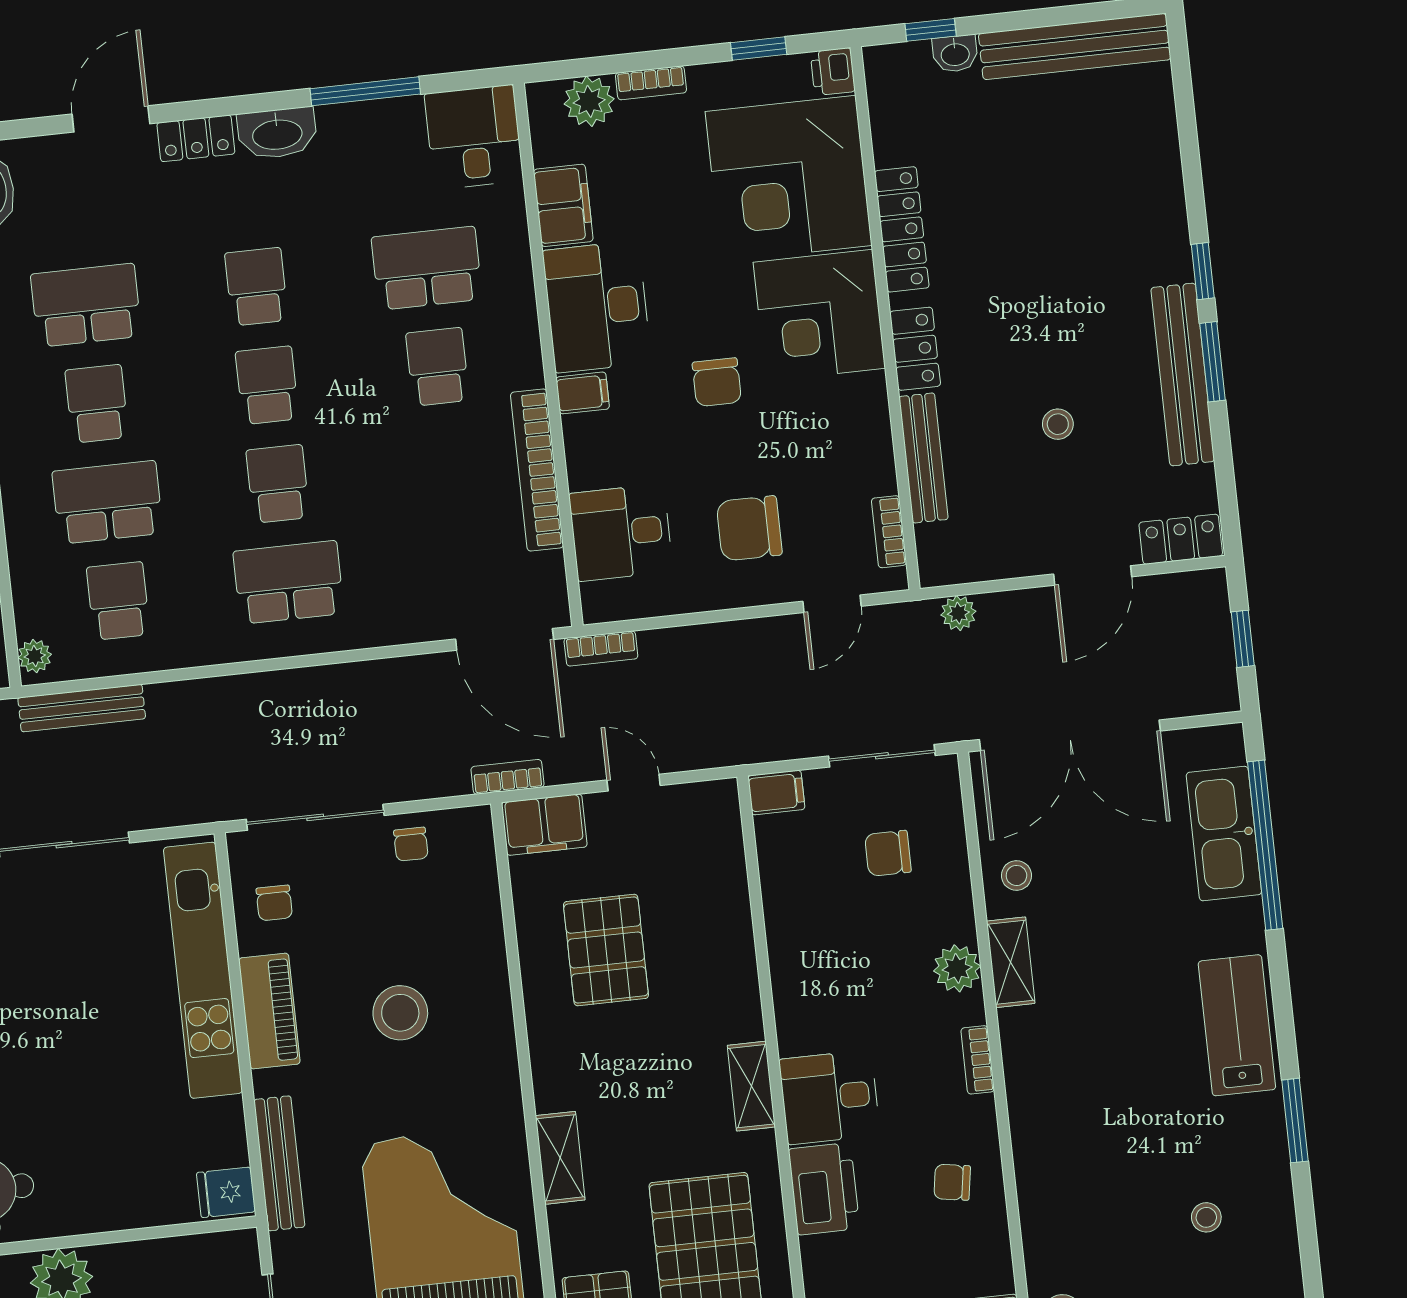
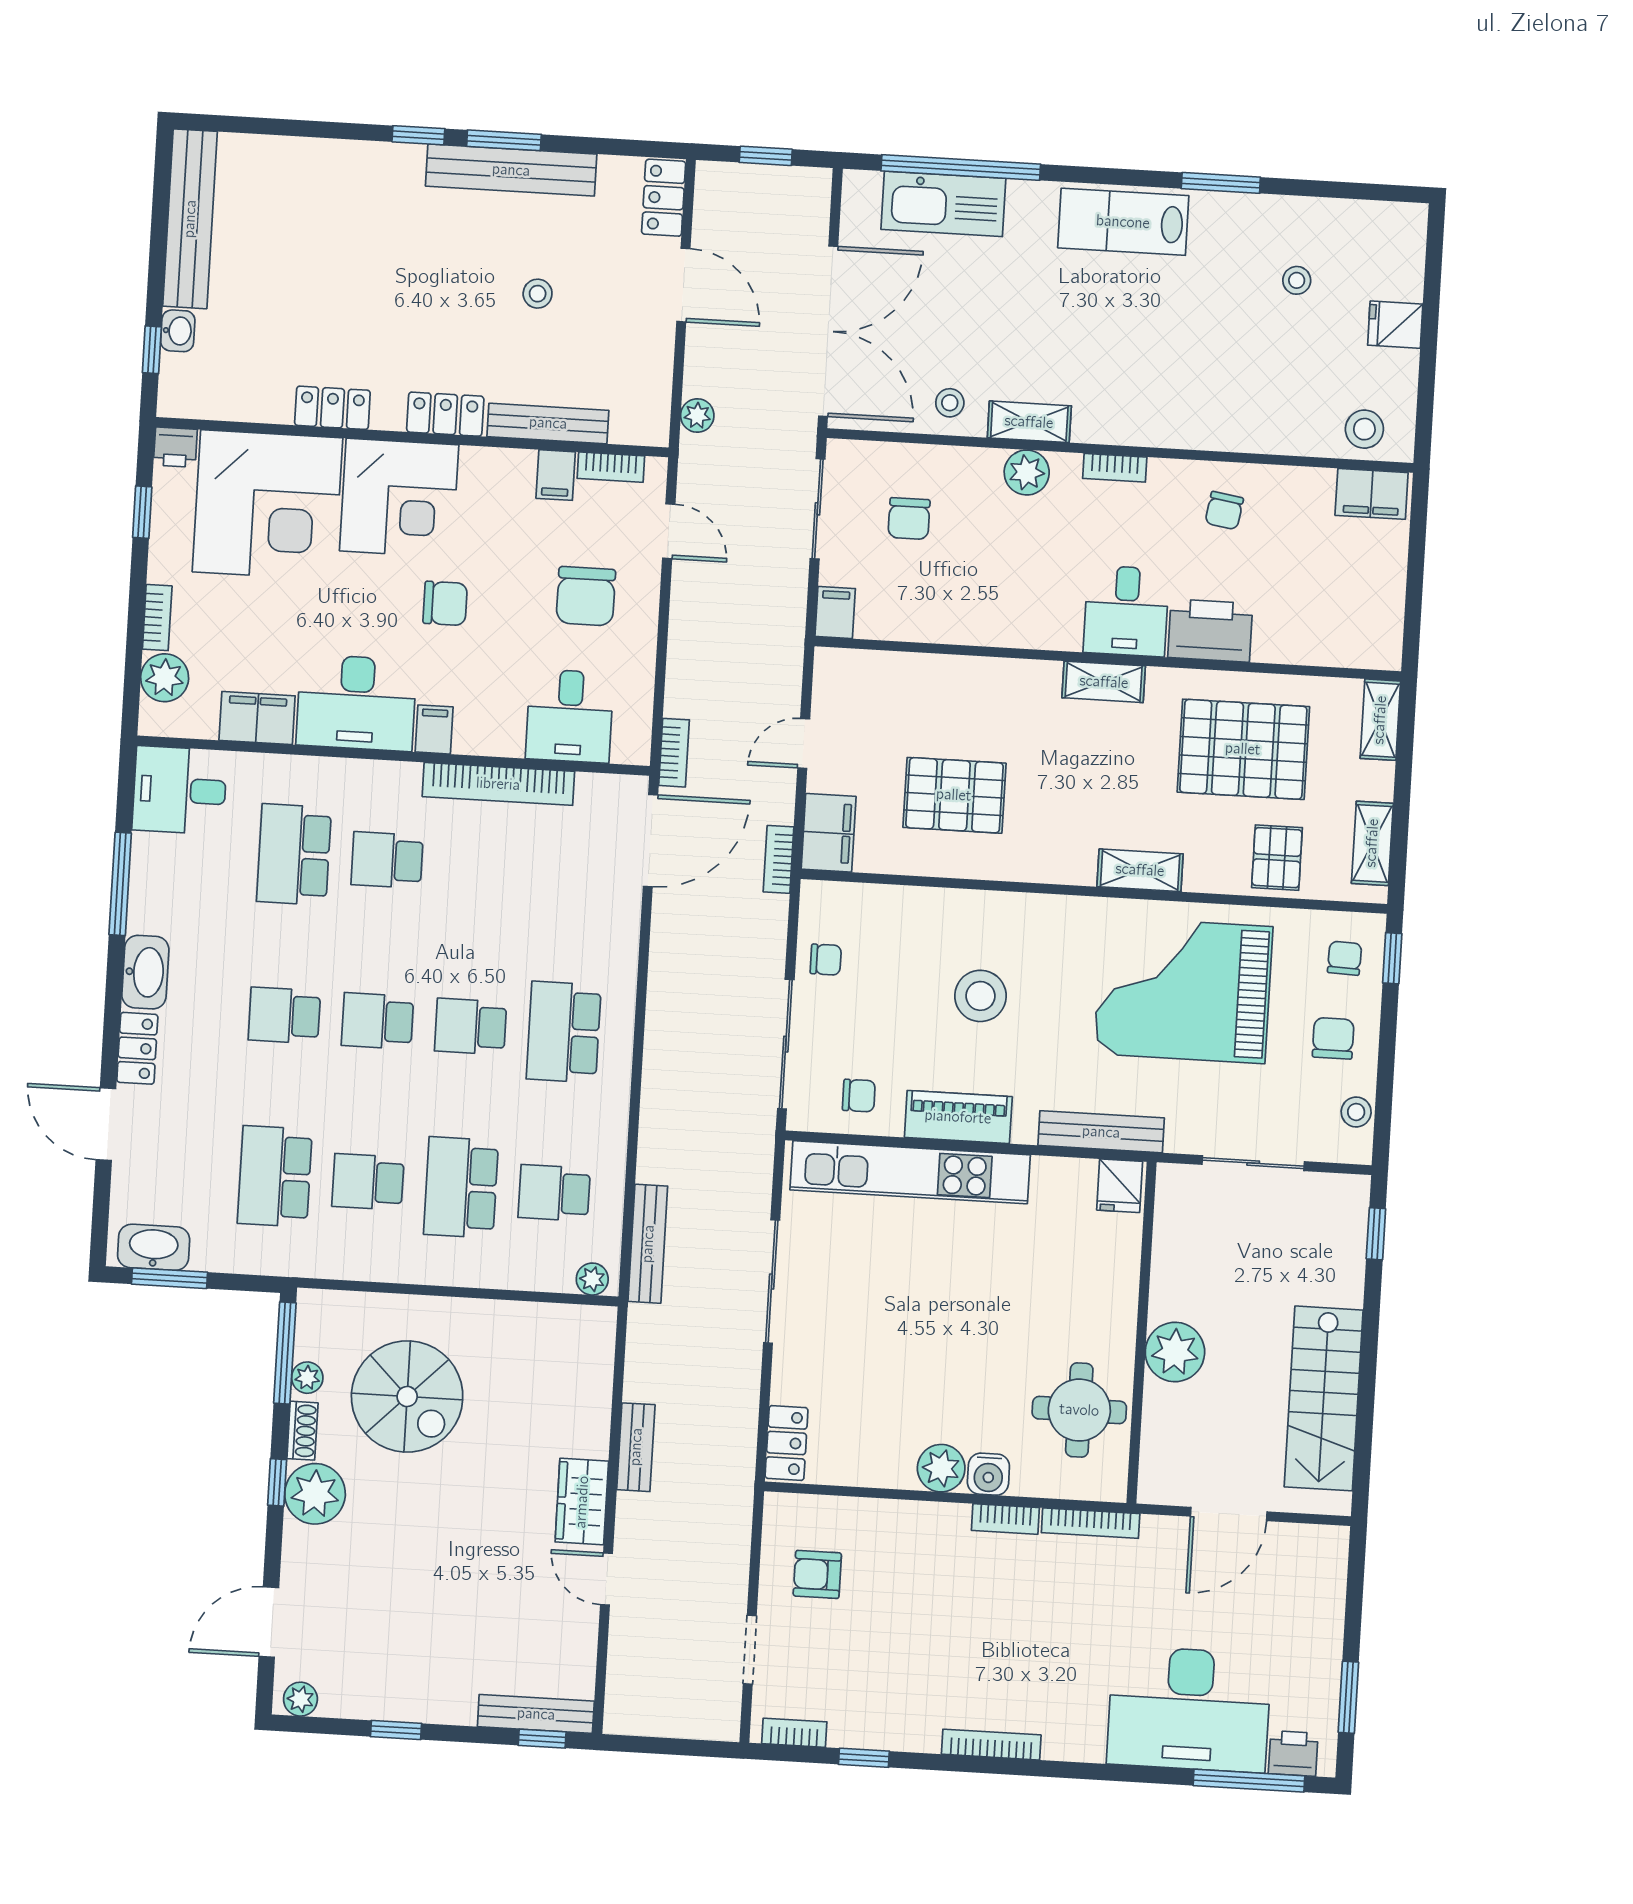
locker: (902, 229) -> (332, 408), width x0.66
filing cabinet: (871, 475) -> (556, 475), added

